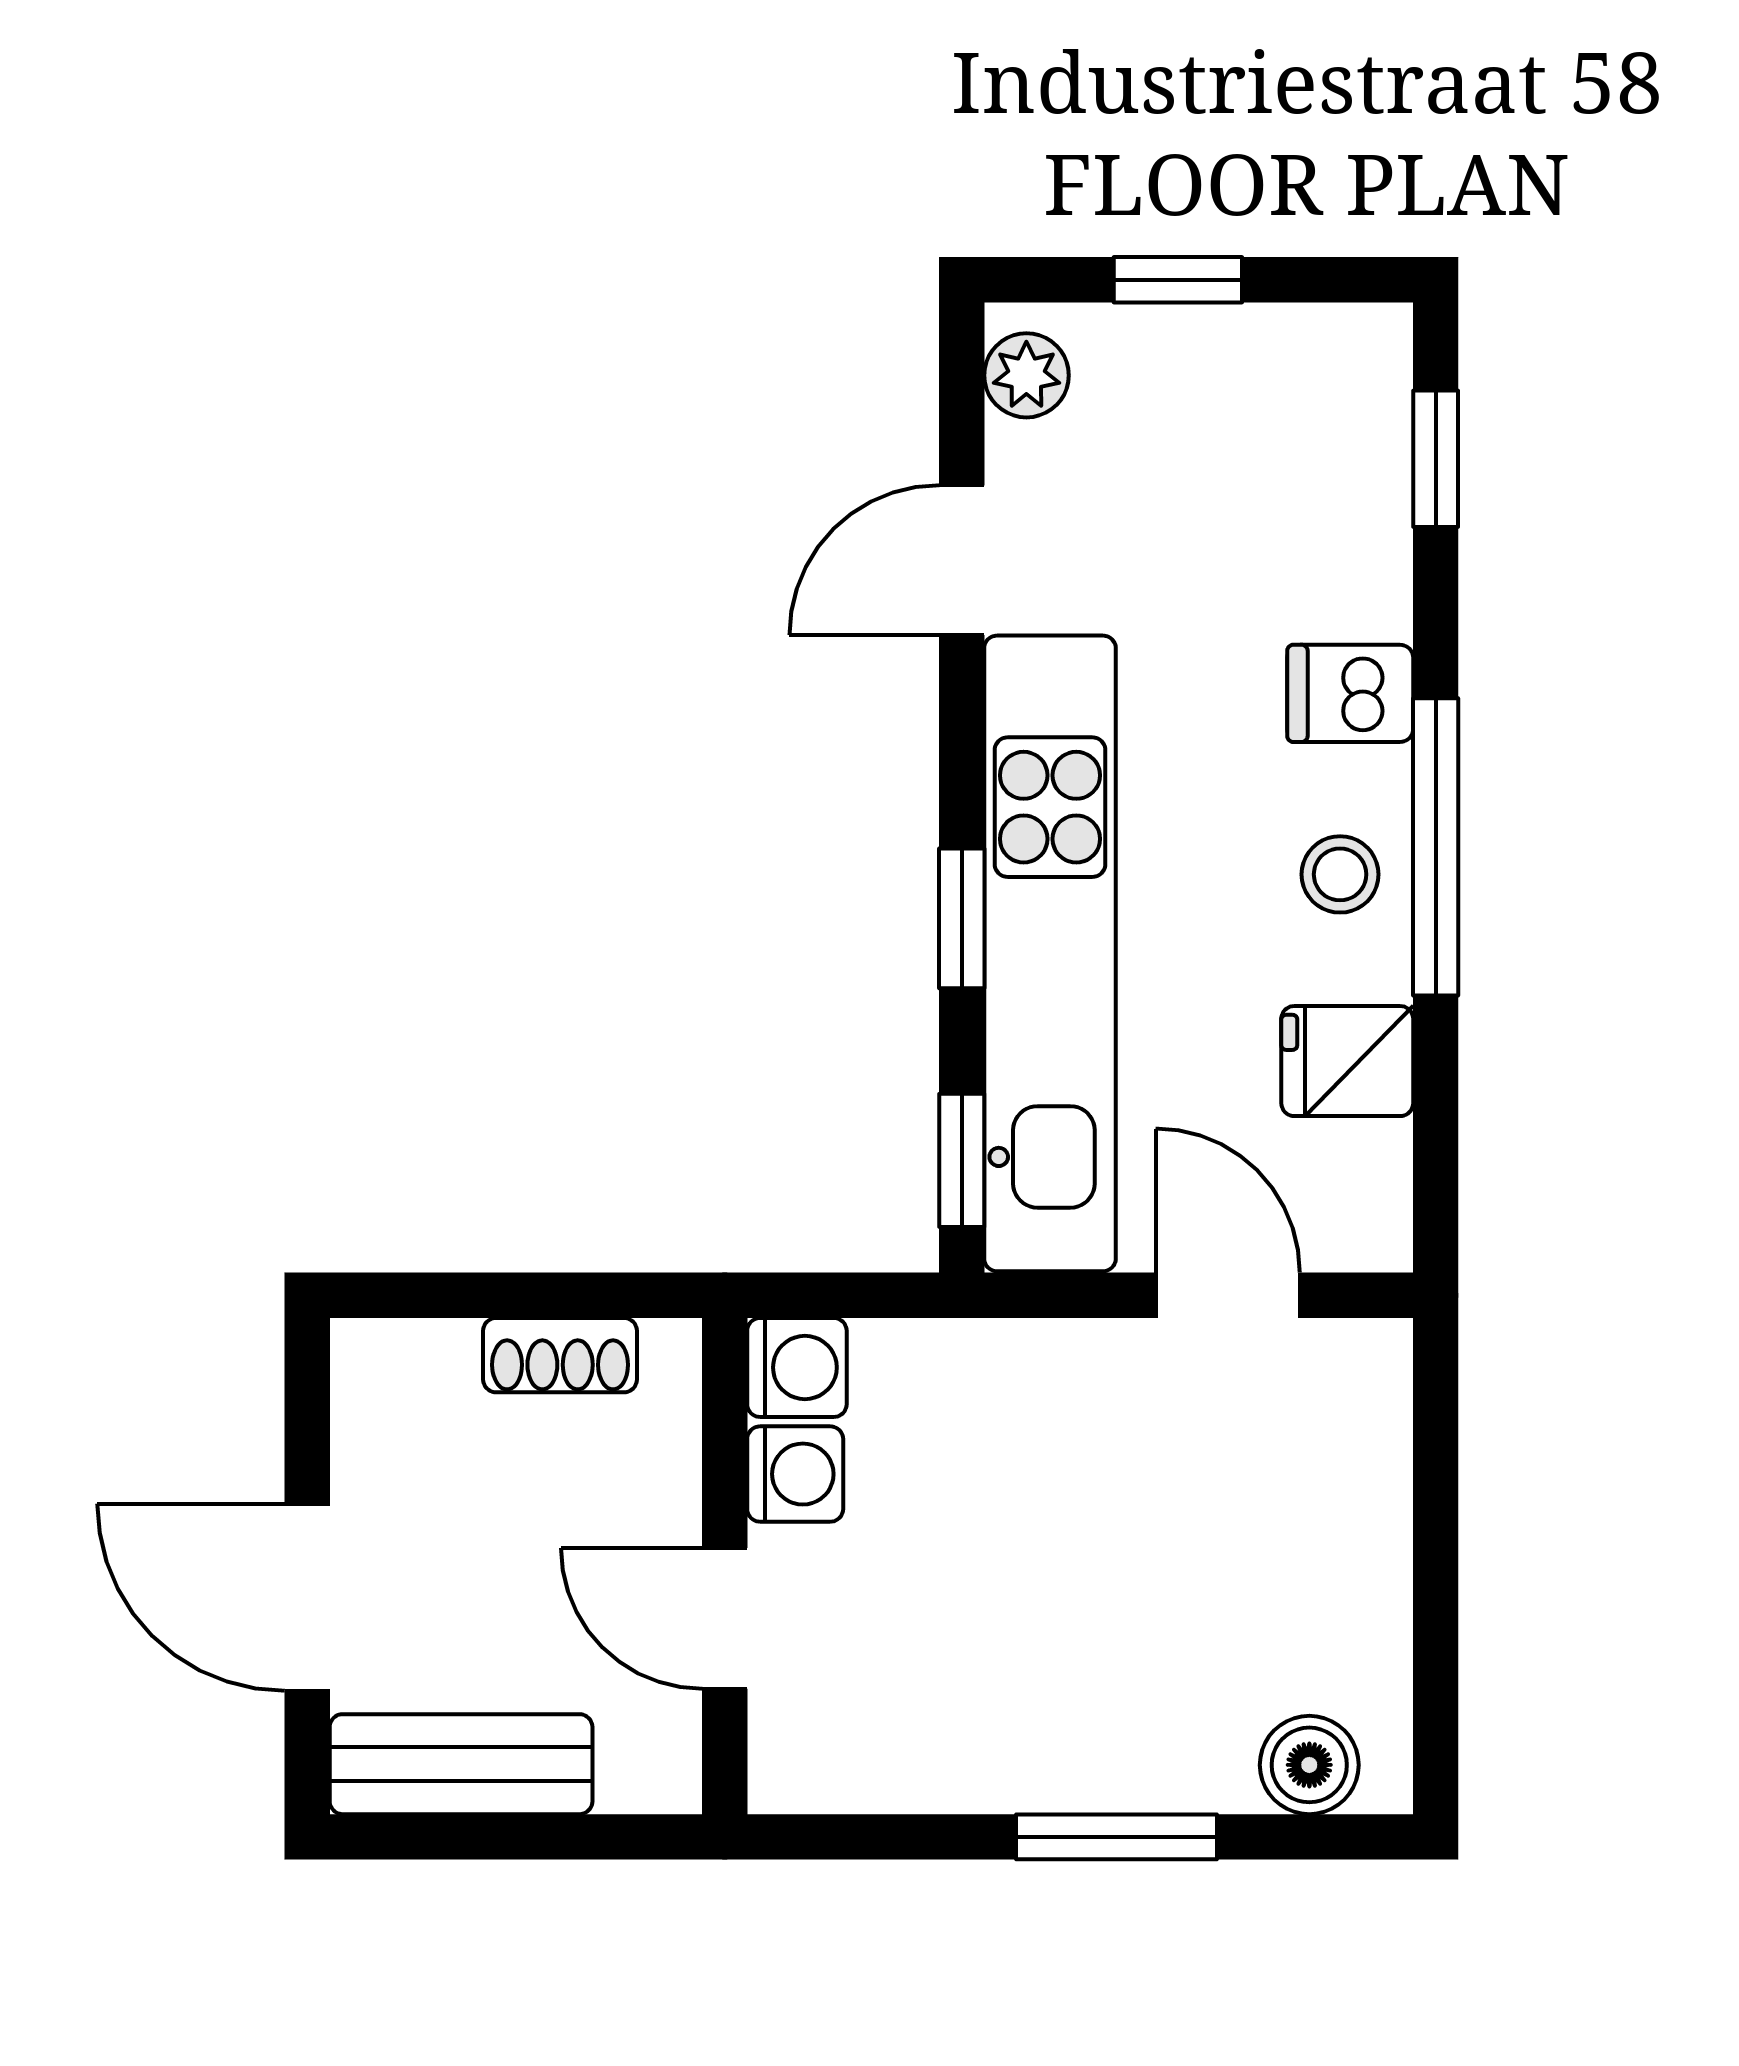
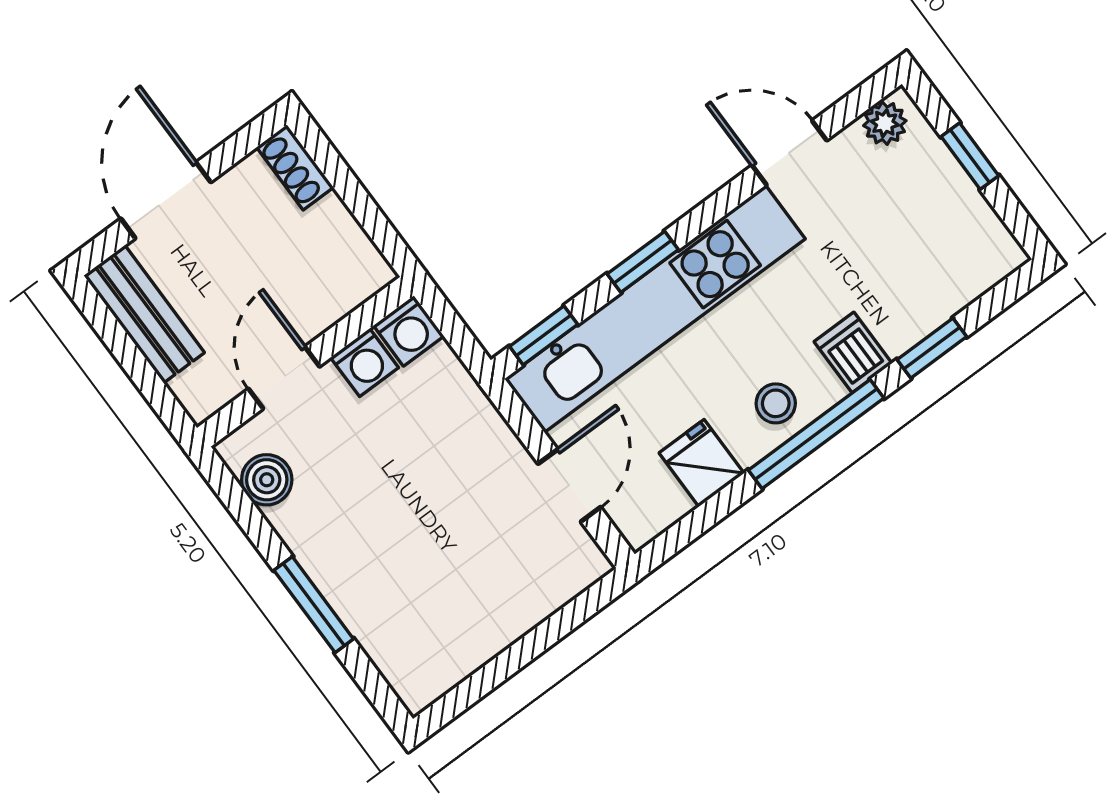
window: (1436, 459) -> (932, 348), moved
shoe rack: (560, 1355) -> (295, 167), moved
boiler: (1309, 1765) -> (267, 480), moved

